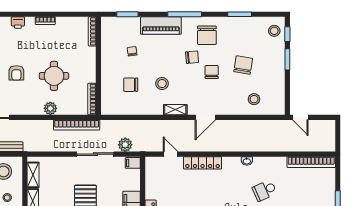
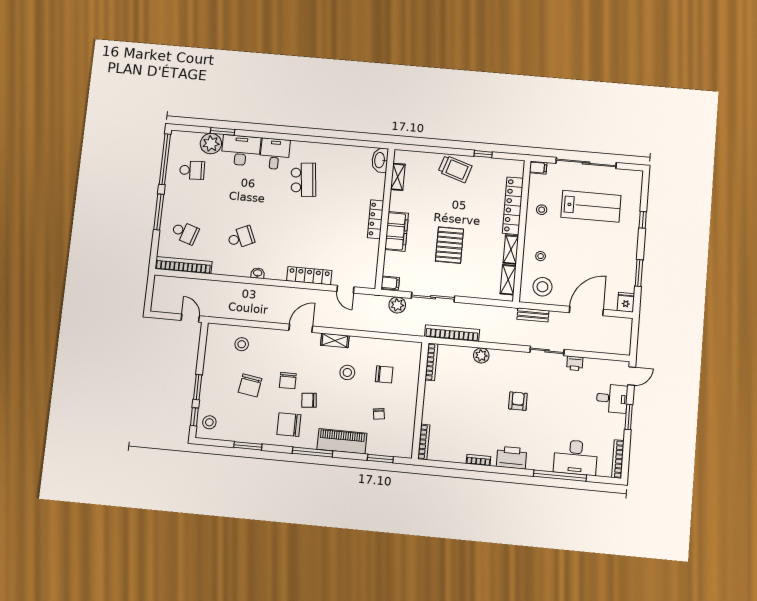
printer: (18, 23) -> (512, 458), width x1.87, depth x1.48
chair: (207, 35) -> (289, 425), turned -90
round table: (54, 76) -> (474, 393), removed
school desk: (313, 191) -> (185, 232), added

